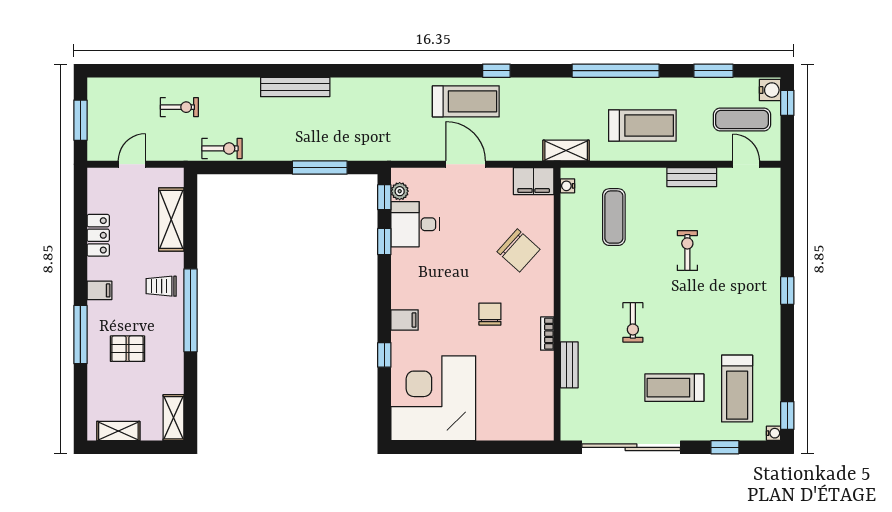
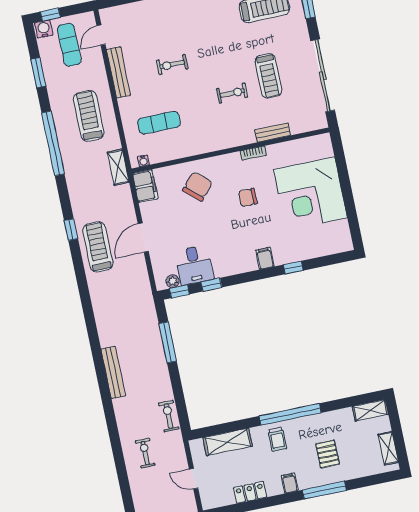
bench: (692, 177) -> (118, 72), width x1.36
treadmill: (674, 388) -> (268, 76), moved
corner desk: (433, 398) -> (310, 194), moved

